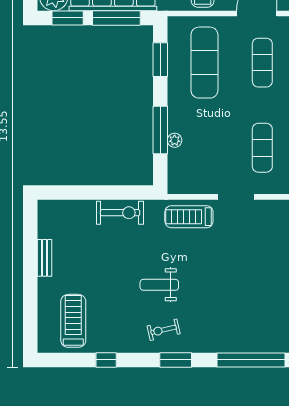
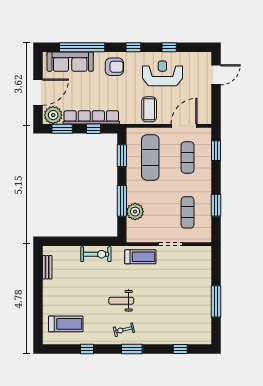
window: (116, 18) -> (94, 129), width x0.46
plant: (175, 140) -> (135, 212), width x1.88, depth x1.88
treadmill: (189, 217) -> (140, 257), turned 180
bench: (44, 258) -> (47, 267), moved
treadmill: (73, 321) -> (66, 324), turned 90
window: (251, 360) -> (180, 349), width x0.32

